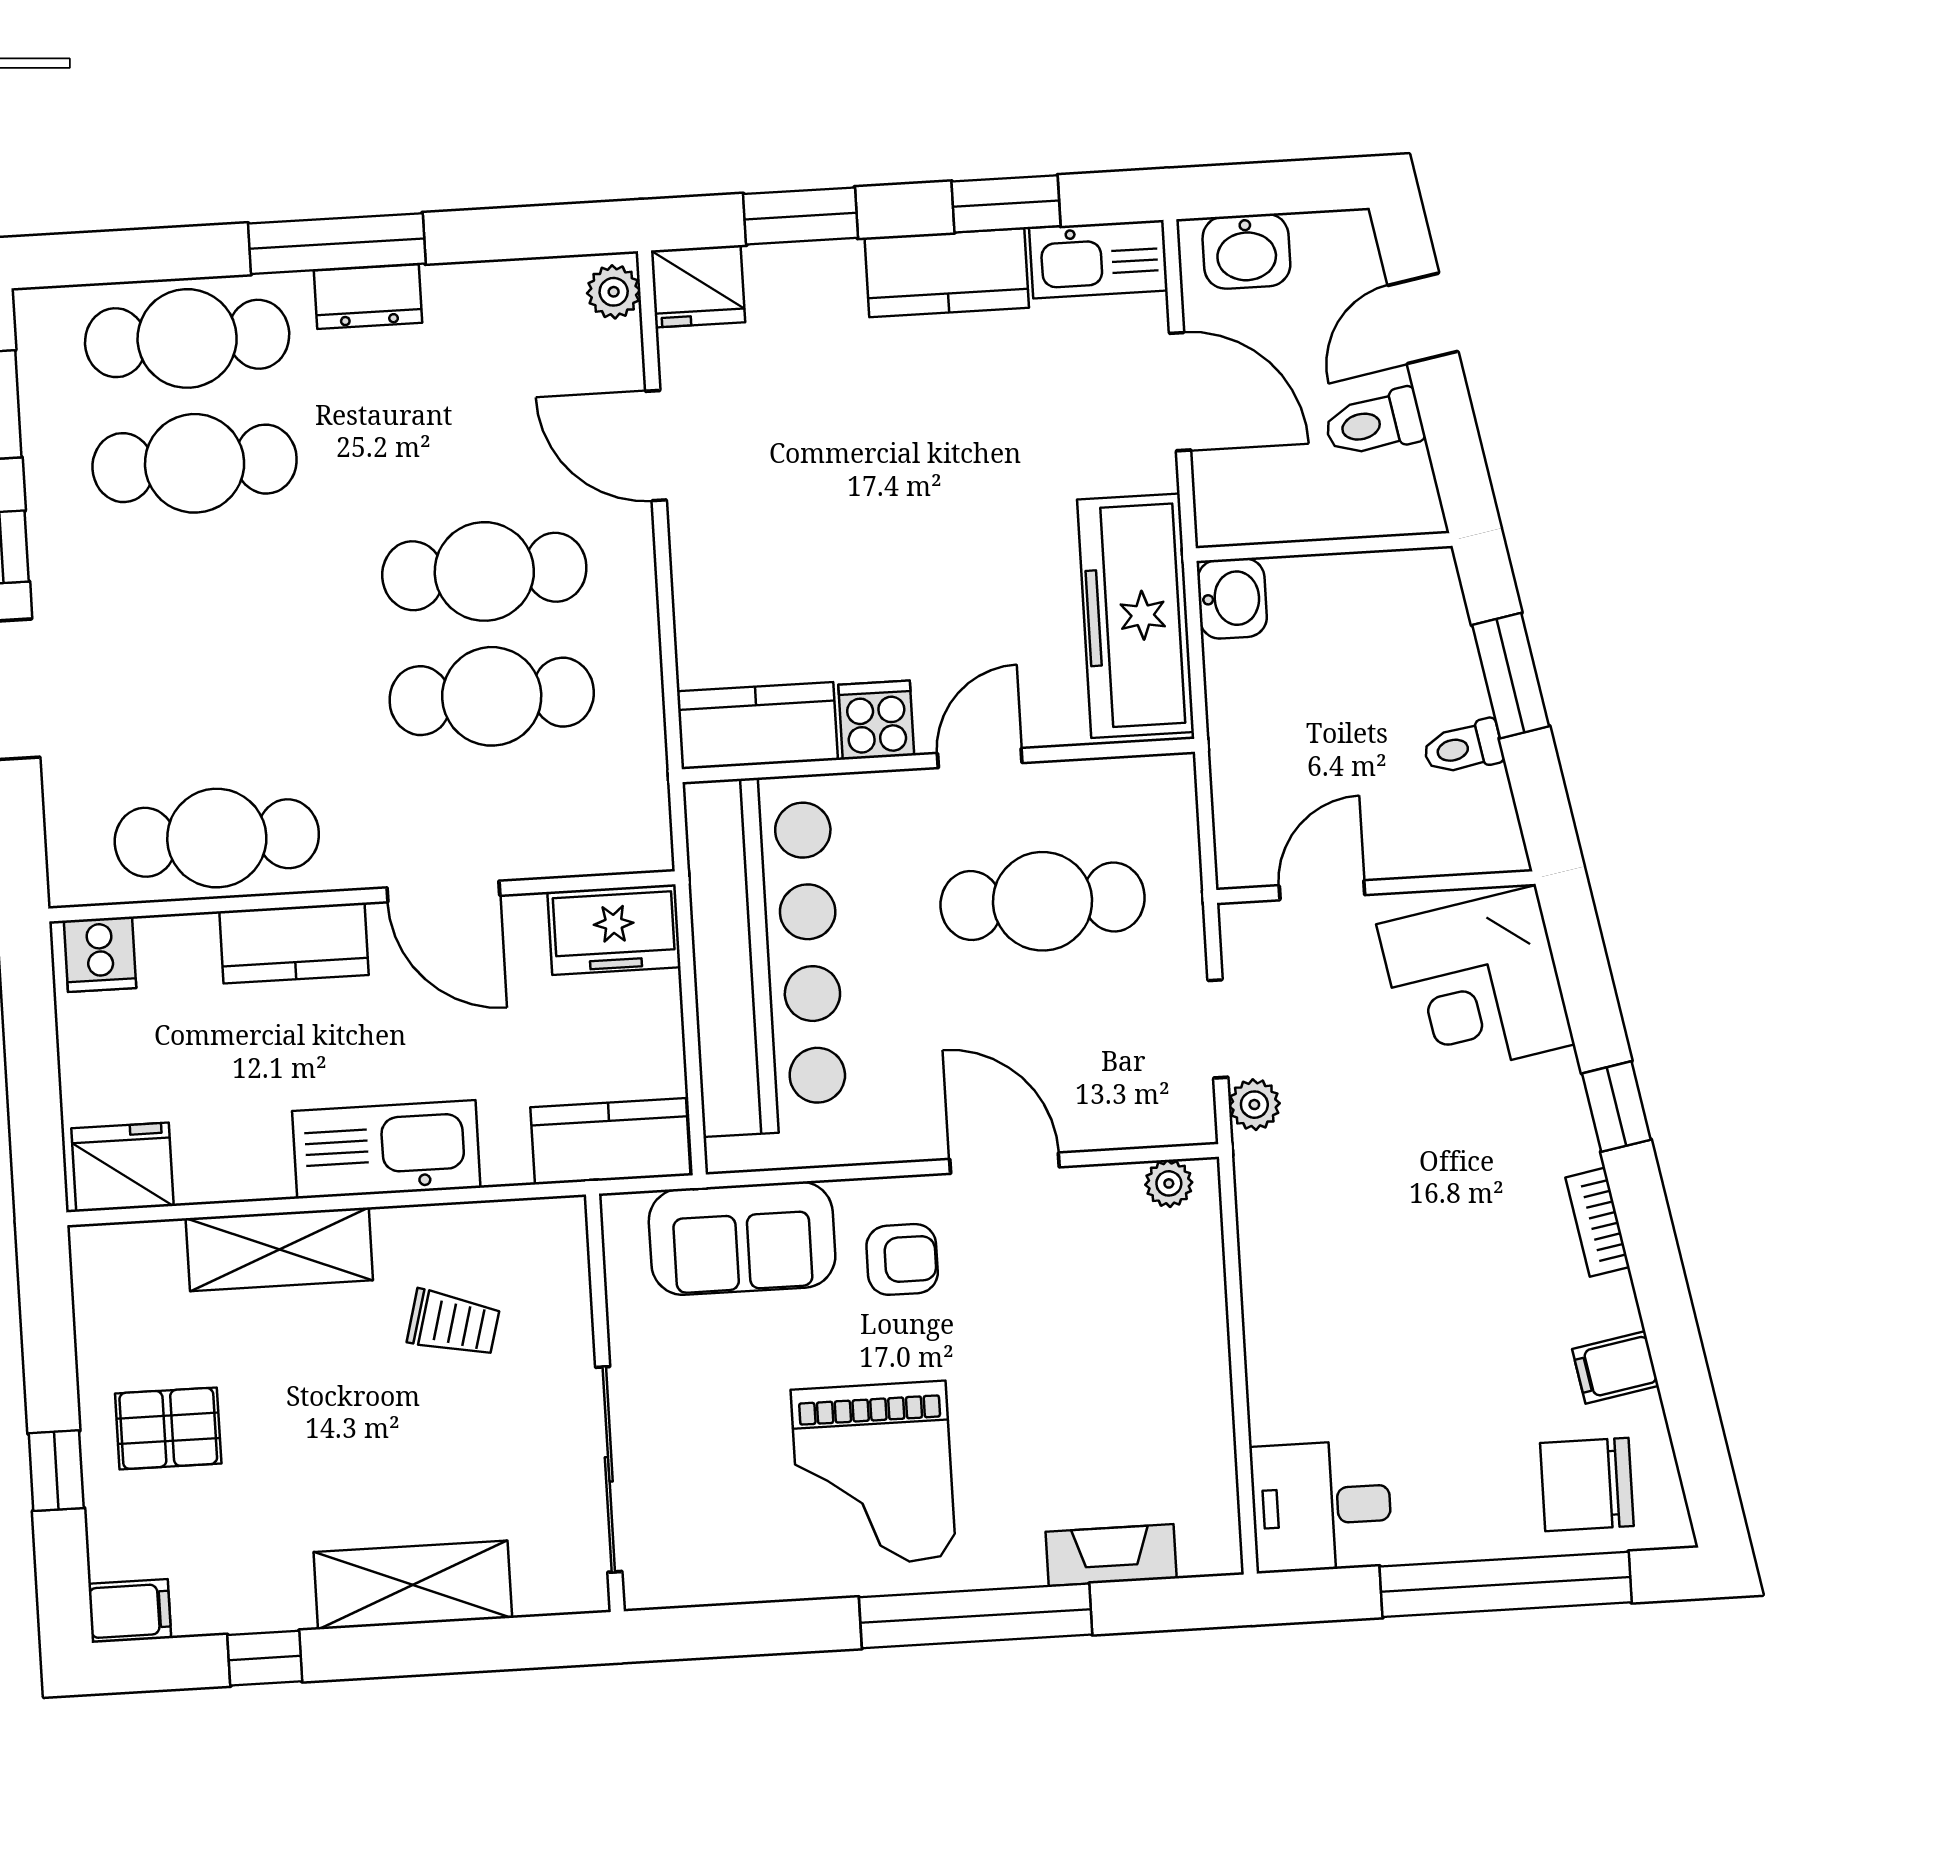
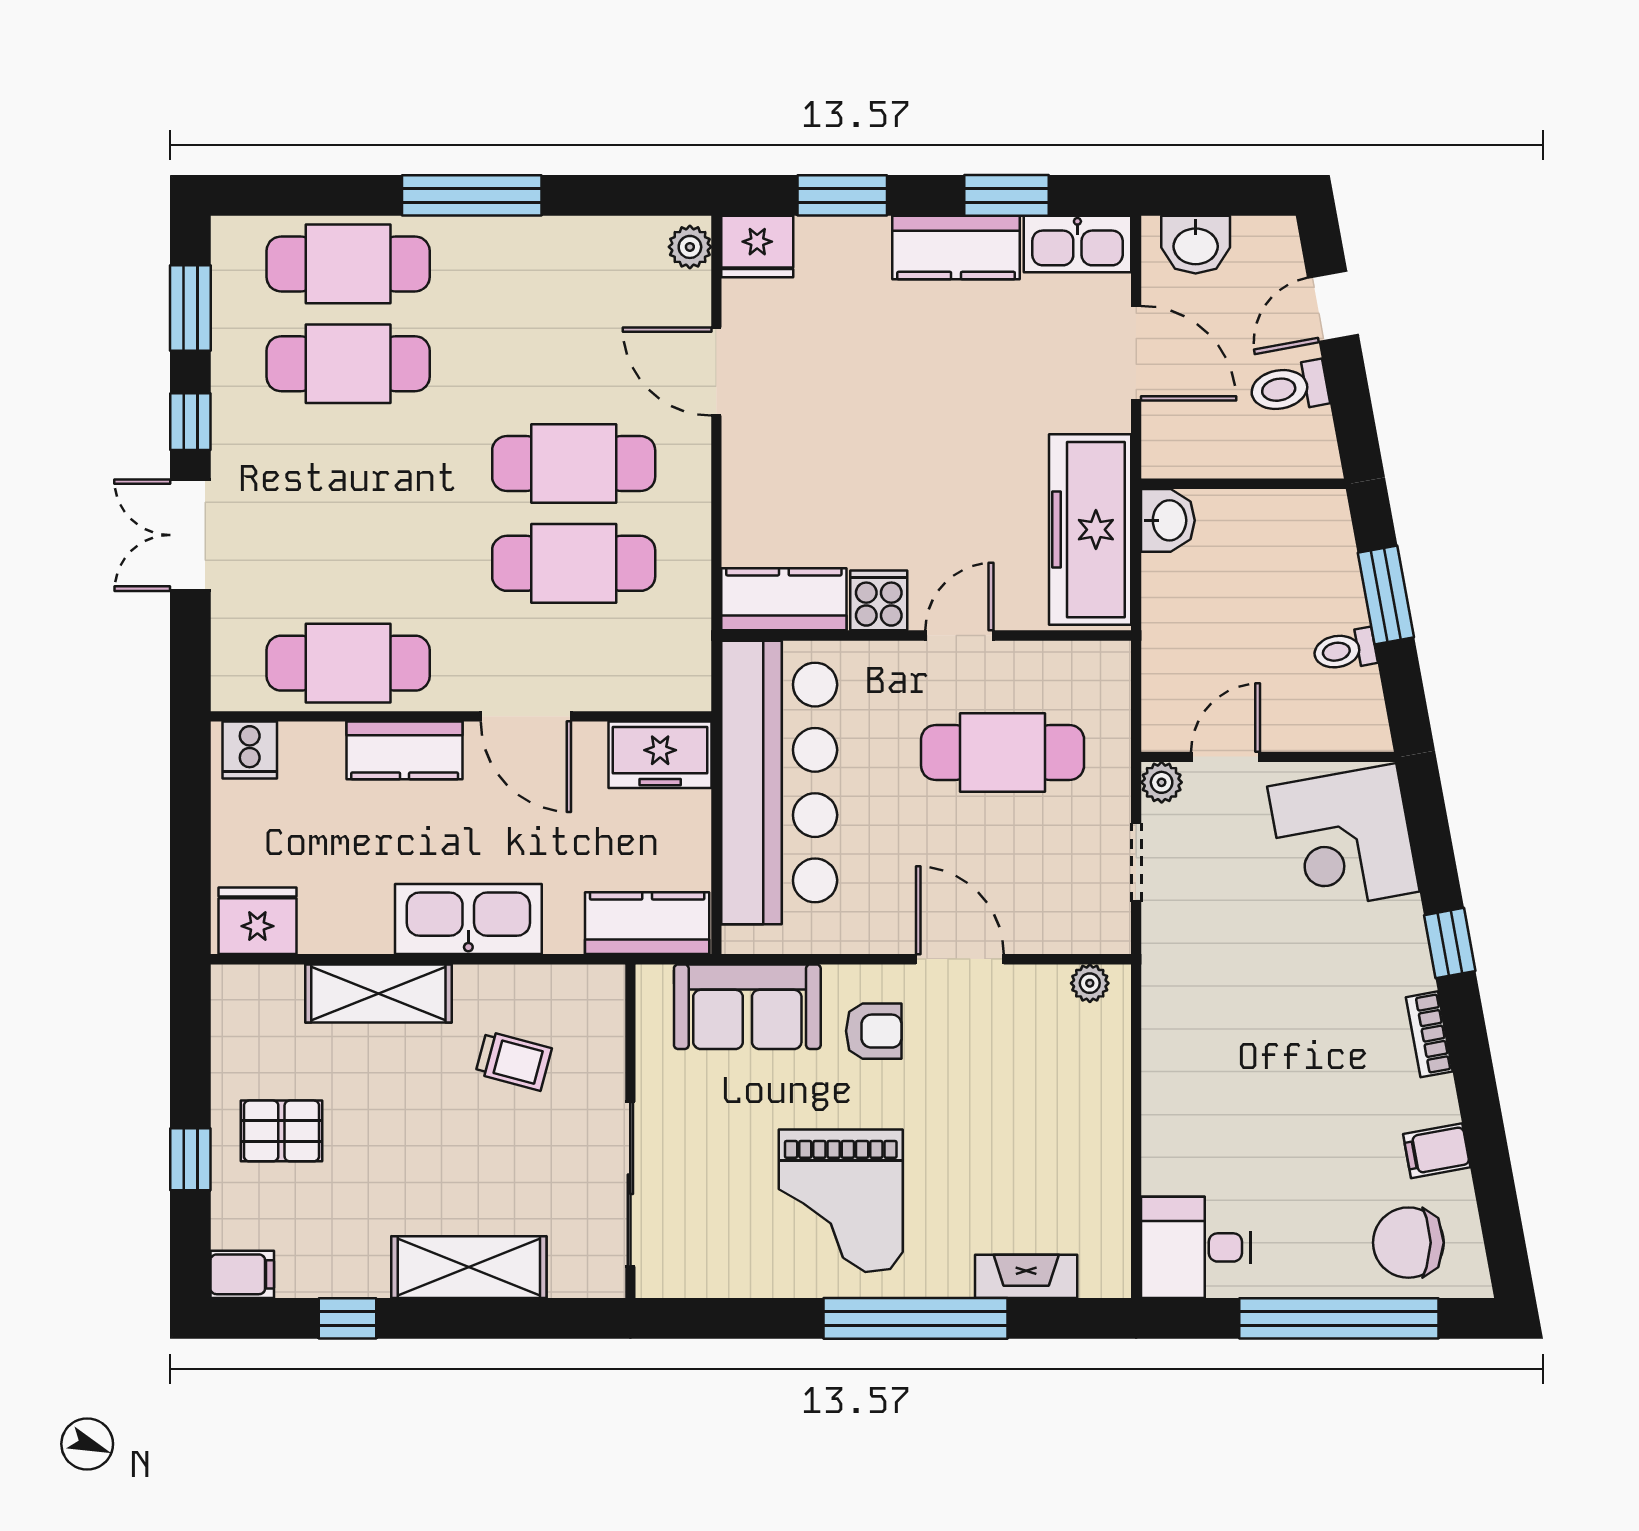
dresser: (368, 297) -> (494, 239), removed
plant: (1254, 1105) -> (1162, 782), moved

